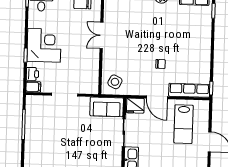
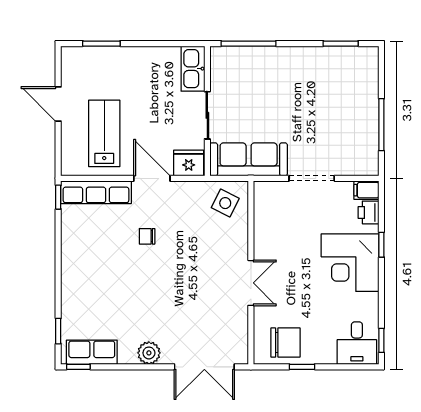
sofa: (107, 107) -> (249, 159), width x1.36

